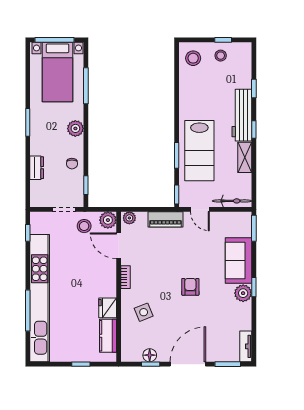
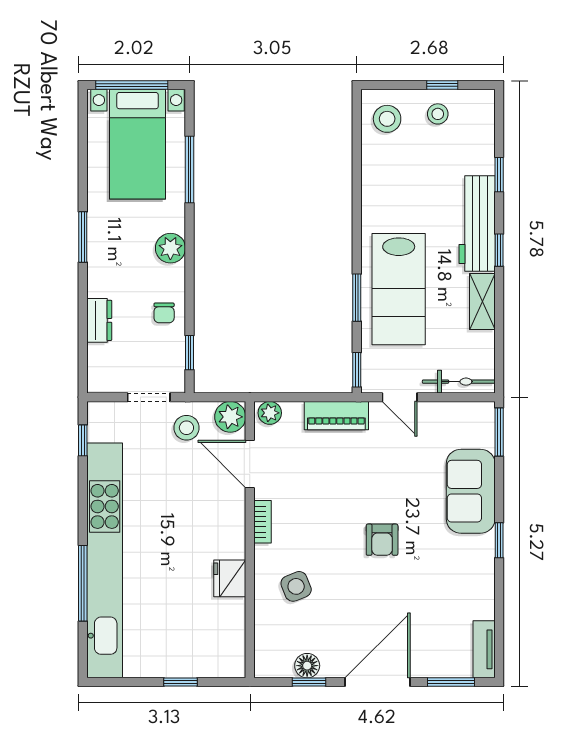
armchair: (190, 287) -> (382, 540), turned 180
plant: (243, 293) -> (479, 551), removed
kitchen counter: (108, 336) -> (230, 630), removed

